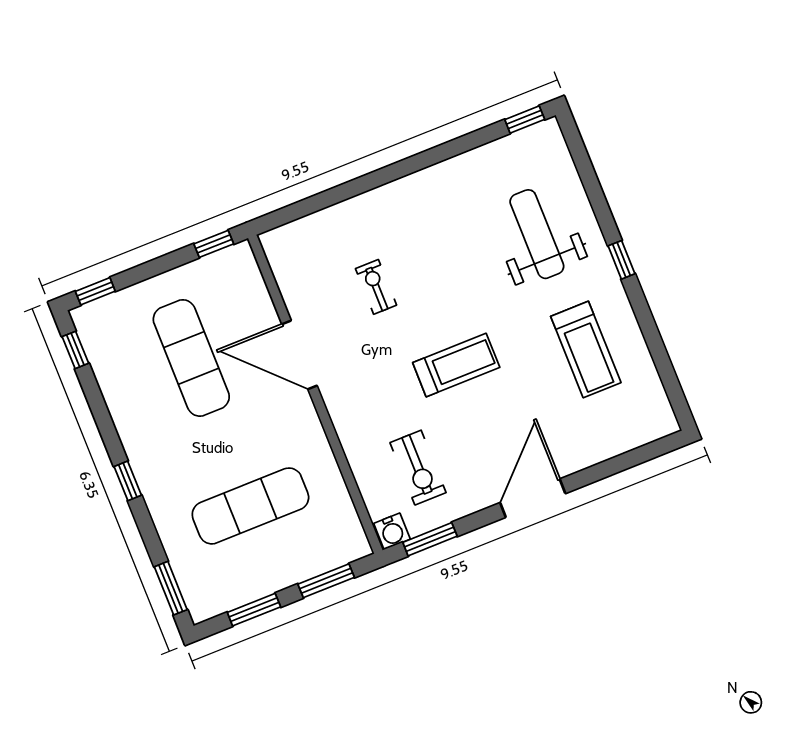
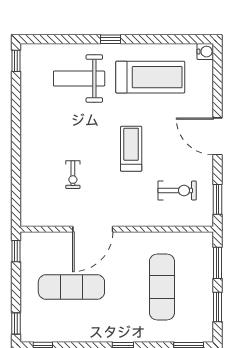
exercise bike: (376, 287) -> (73, 175), turned -90
treadmill: (586, 350) -> (150, 77), width x1.37, depth x1.37
water cooler: (392, 531) -> (205, 52), moved

